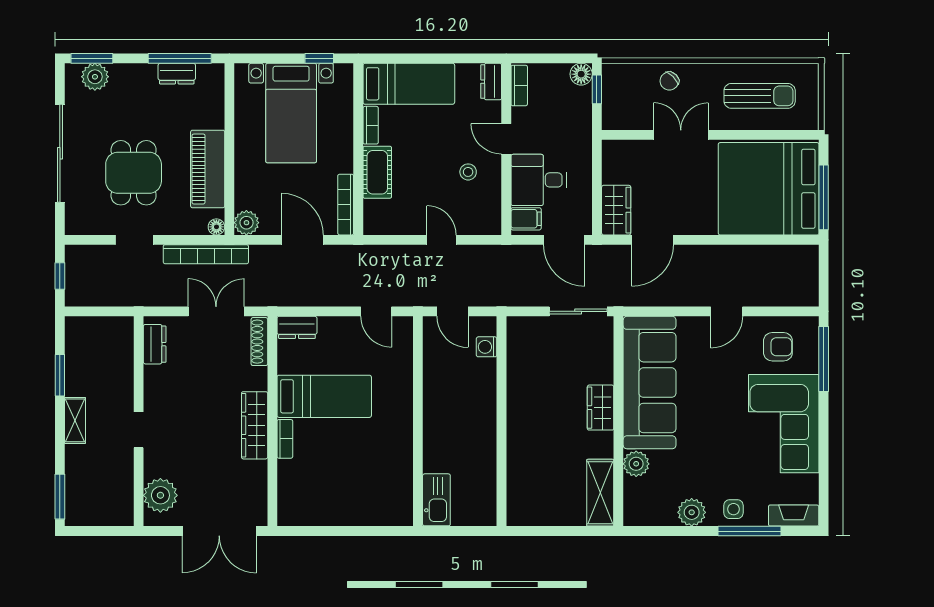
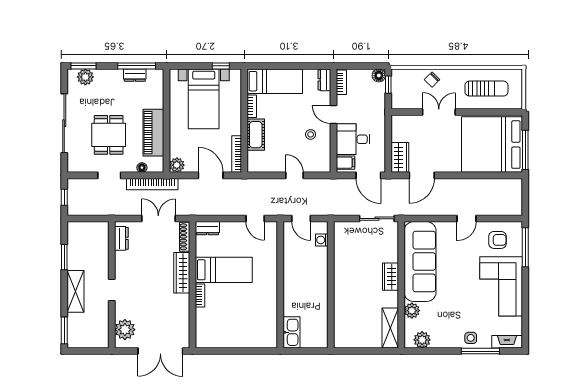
floor lamp: (216, 227) -> (142, 168), moved
shelving: (75, 420) -> (75, 291), width x1.50, depth x1.33
wardrobe: (255, 425) -> (182, 273), moved
plant: (692, 512) -> (422, 340), moved

